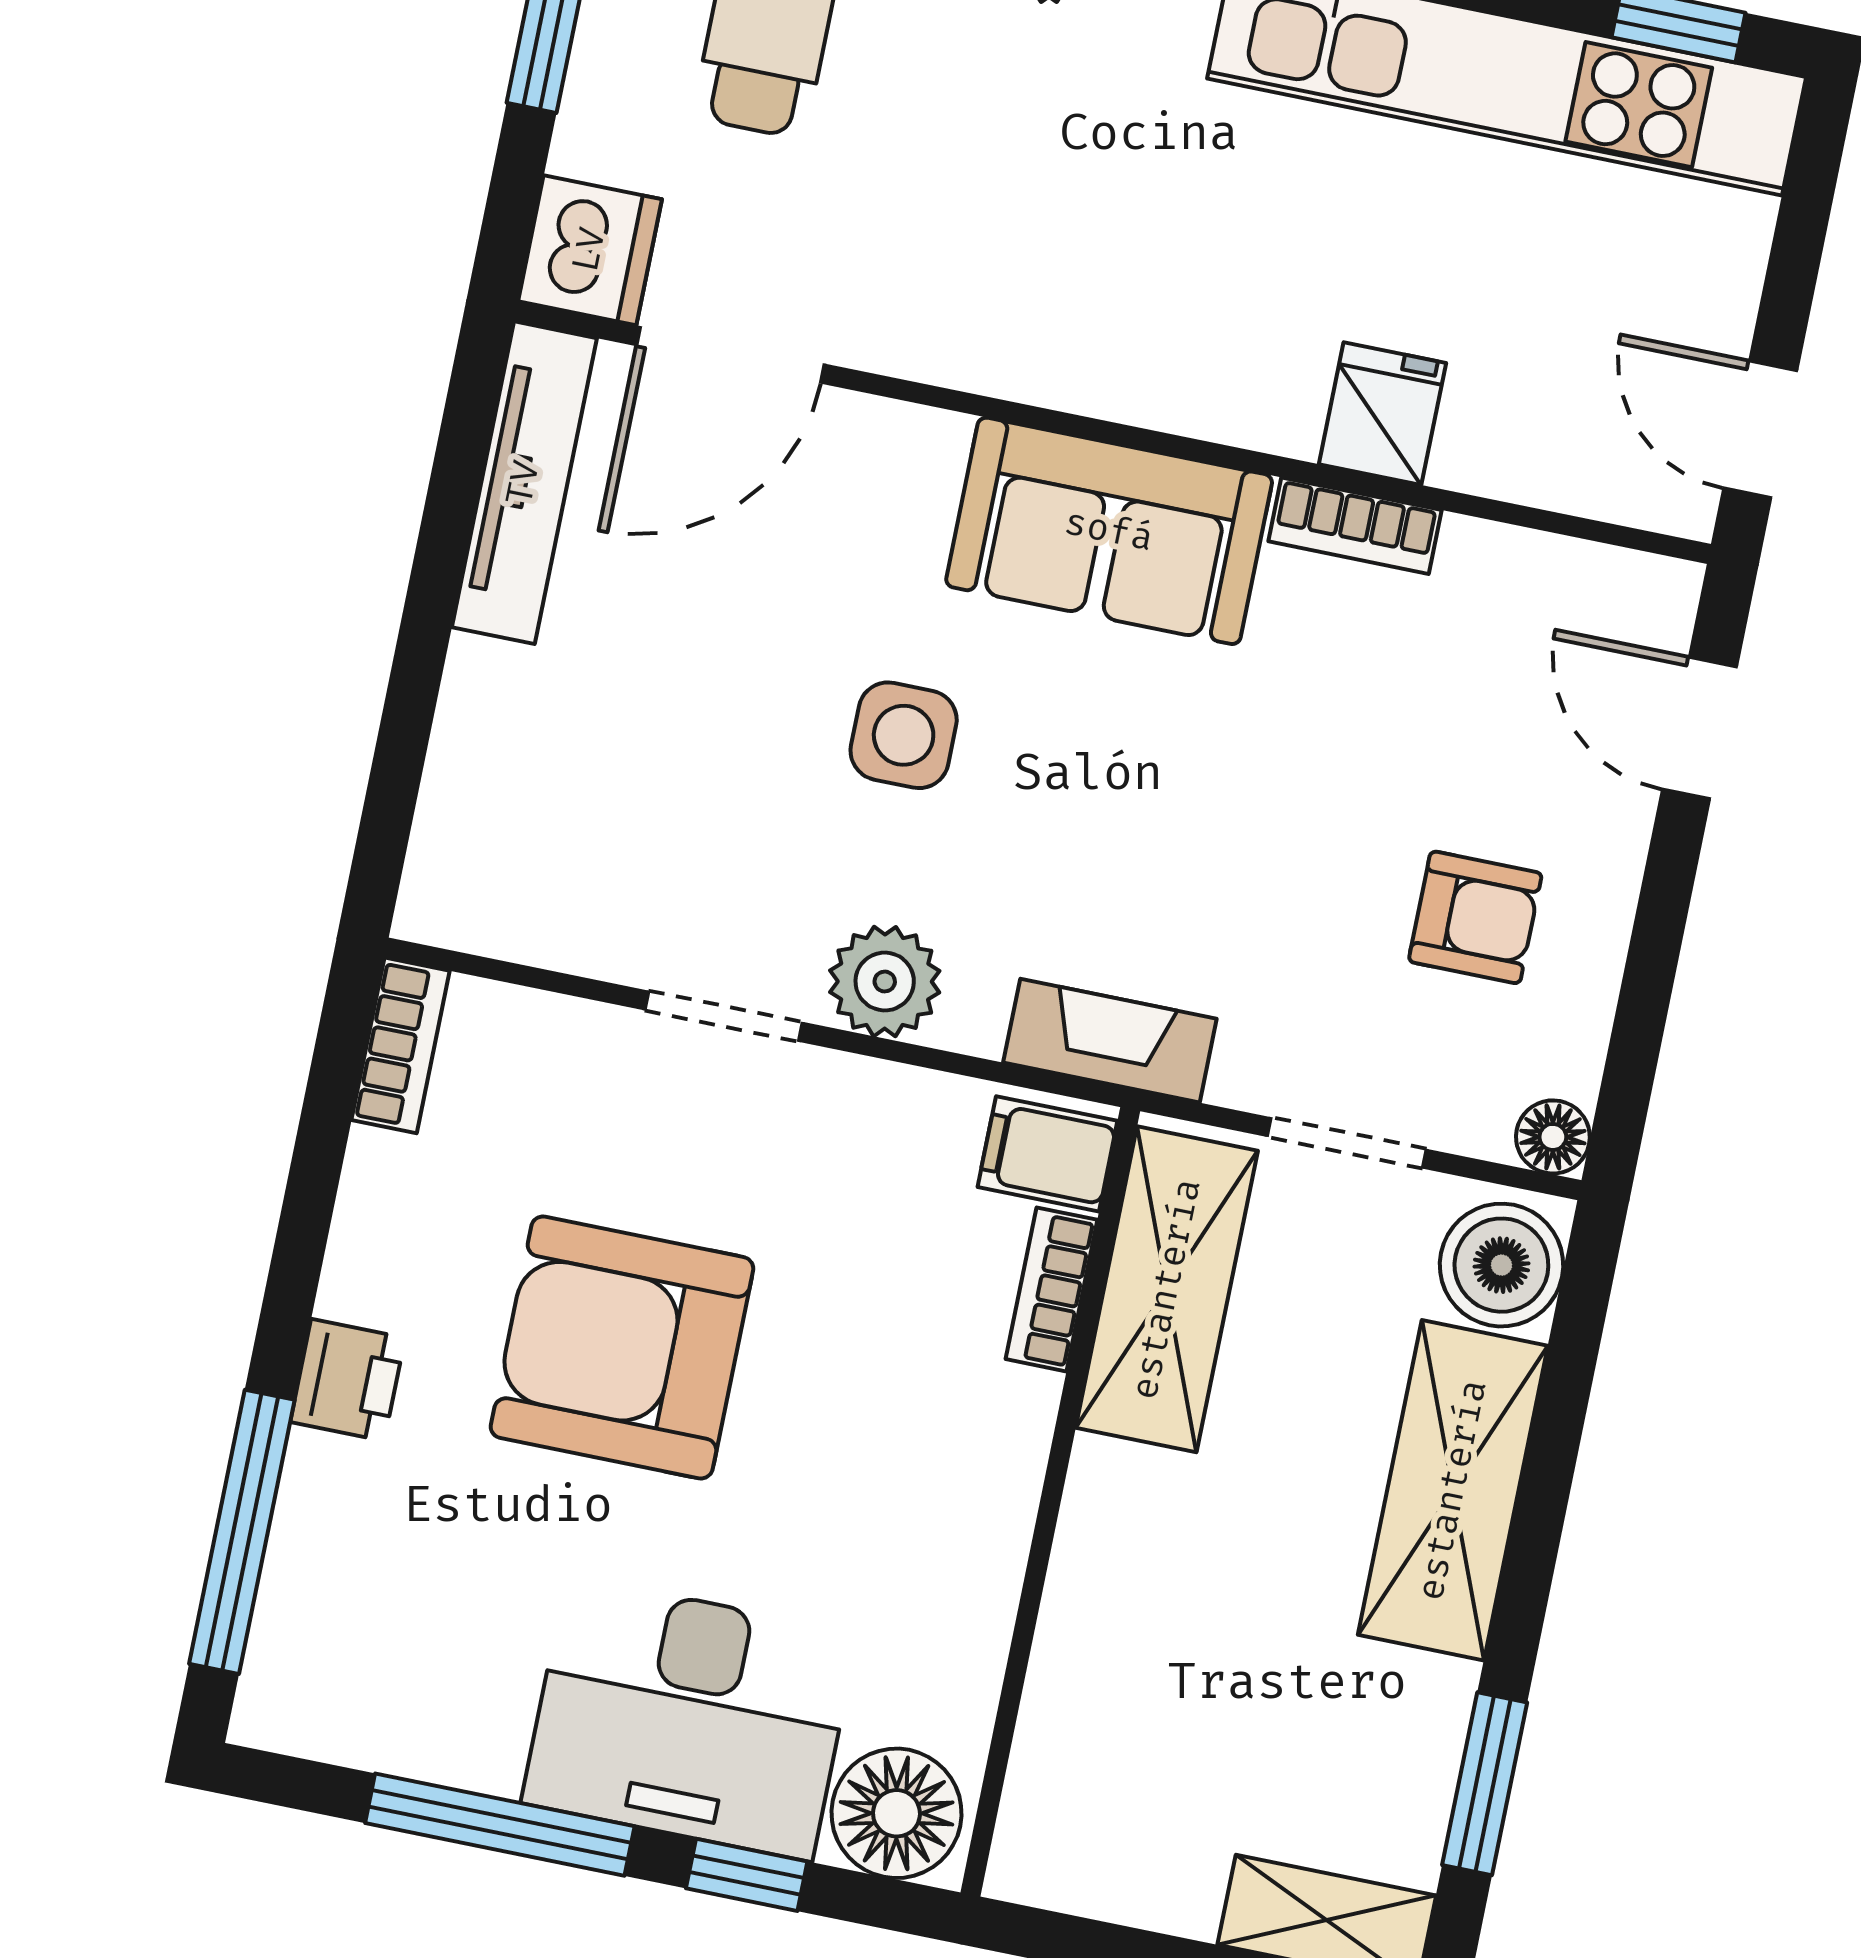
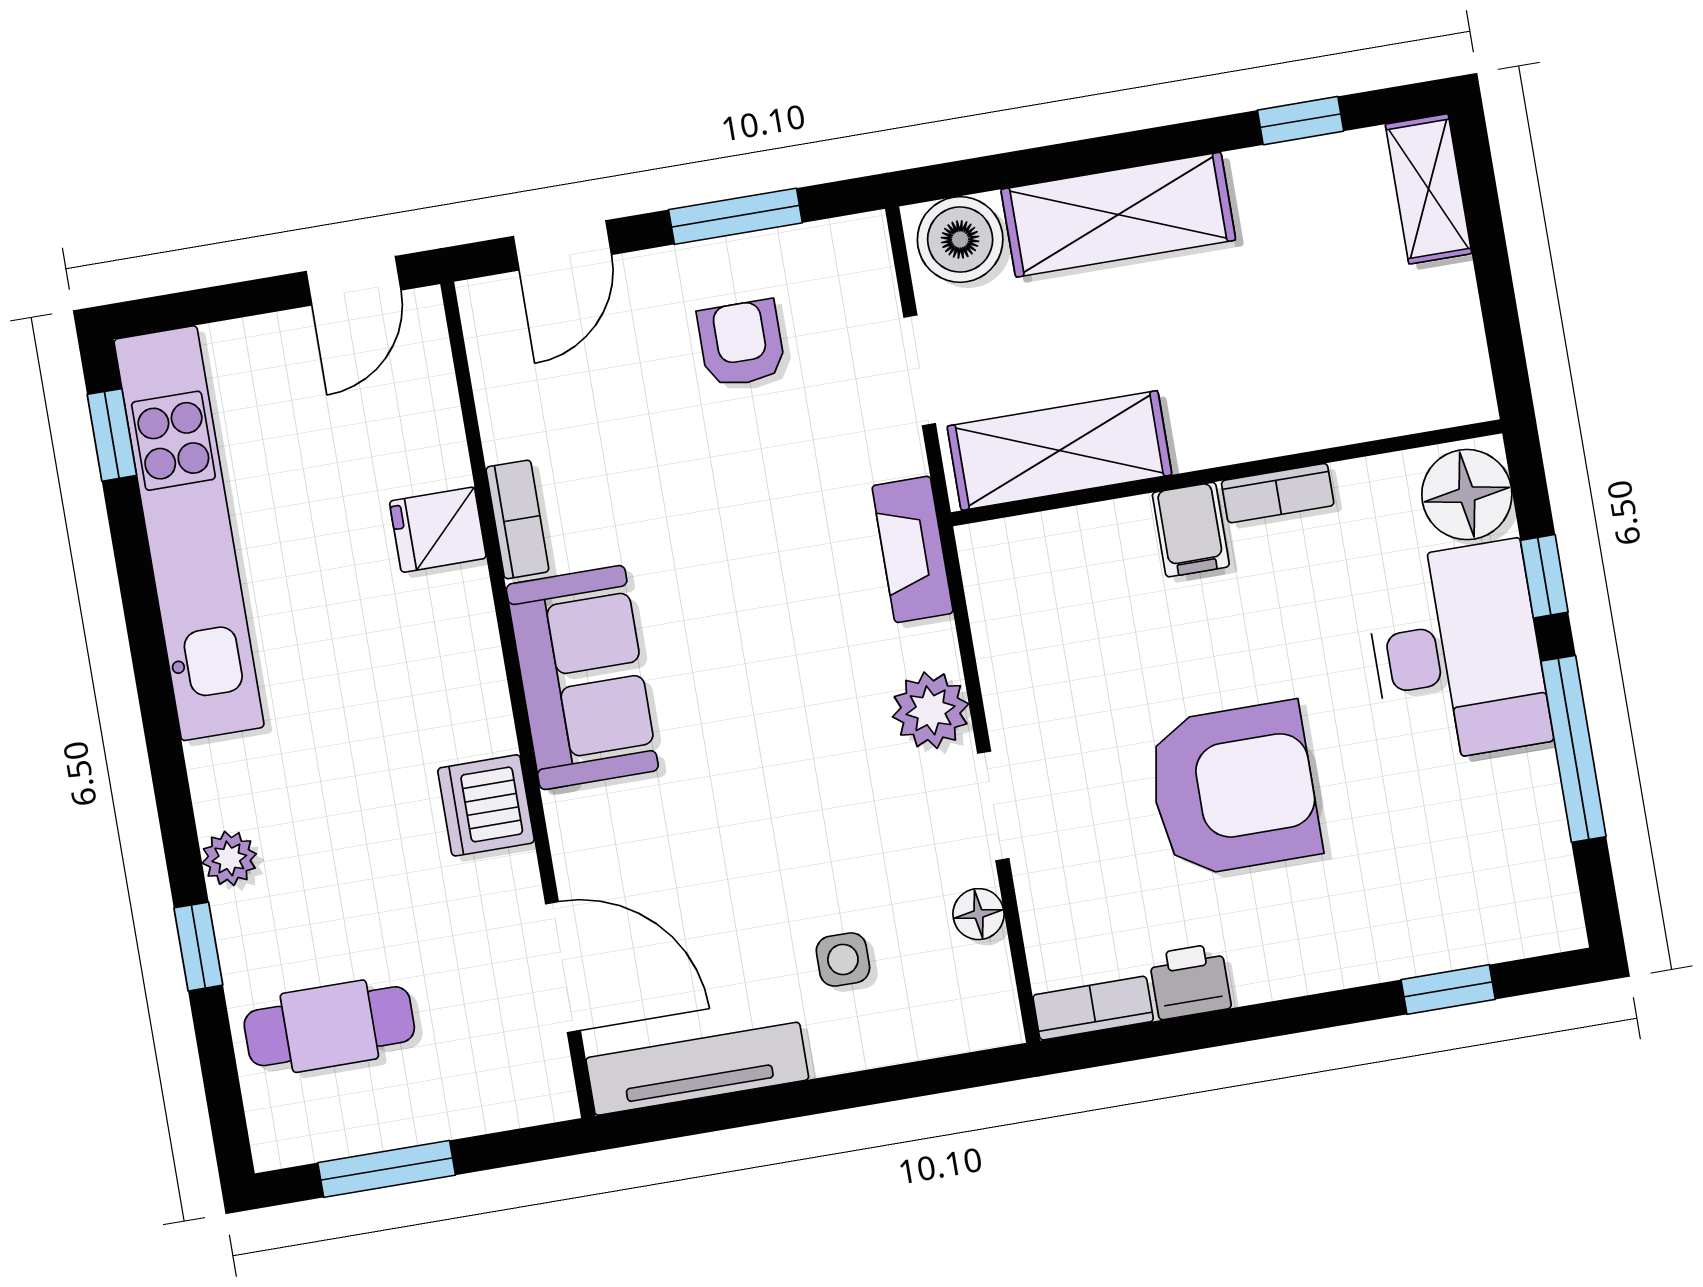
dishwasher: (590, 250) -> (486, 805), moved, turned -90
side table: (904, 735) -> (843, 959), moved, width x0.73, depth x0.73
window: (1649, 975) -> (735, 216), added
floor lamp: (1553, 1137) -> (978, 914), moved
filing cabinet: (1048, 1154) -> (1191, 530), moved
bookcase: (1052, 1289) -> (1278, 493), moved
armchair: (622, 1348) -> (1234, 789), turned -90
printer: (348, 1380) -> (1190, 981), moved
window: (242, 1532) -> (1448, 989), width x0.46
window: (1485, 1784) -> (1301, 121), width x0.67

